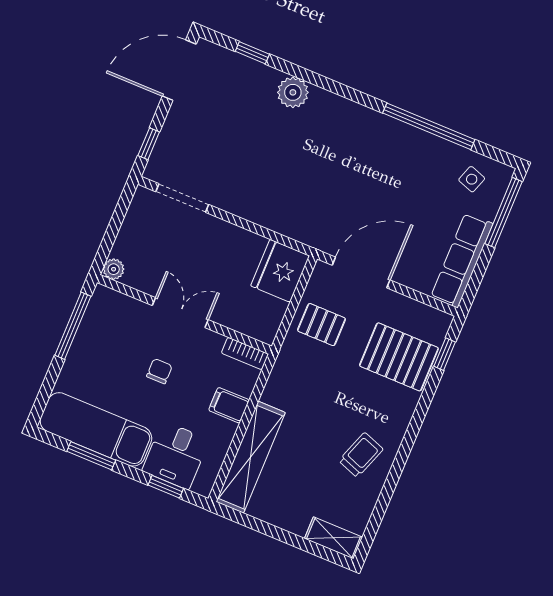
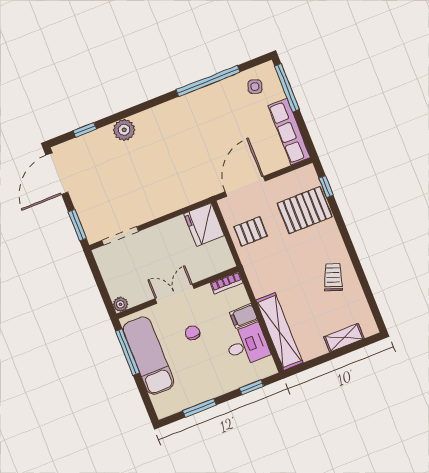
window: (149, 144) -> (77, 225), width x1.50
exam couch: (96, 429) -> (148, 356), moved, turned 90
desk: (176, 455) -> (247, 345), moved, turned -90
shelving: (333, 538) -> (344, 338), moved

